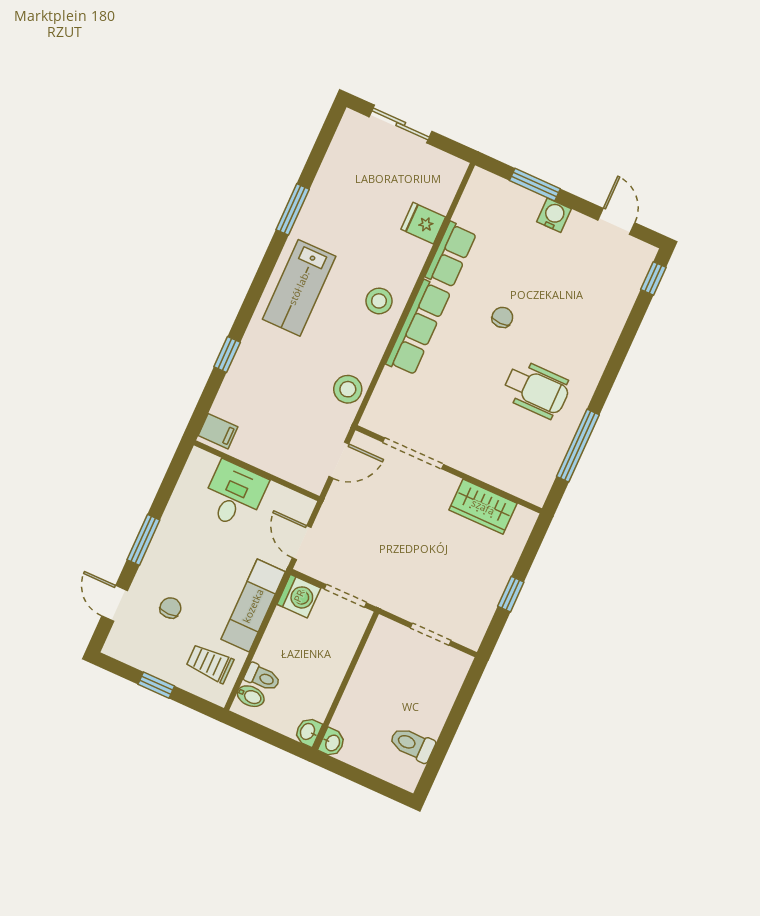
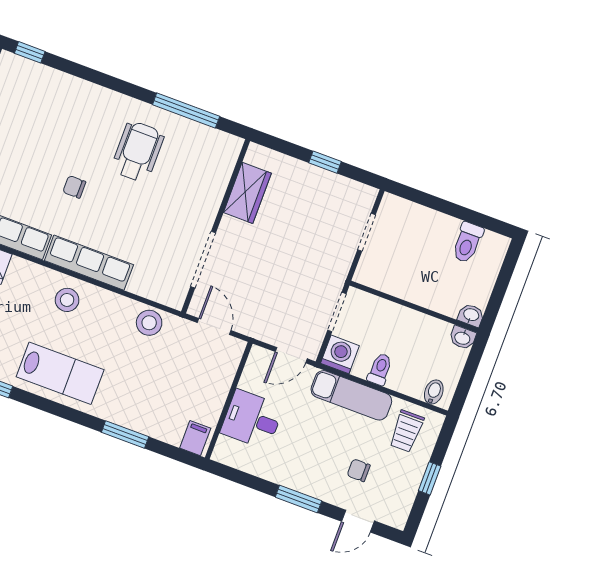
window: (227, 354) -> (125, 435), width x1.50
toilet: (262, 677) -> (380, 369), moved

